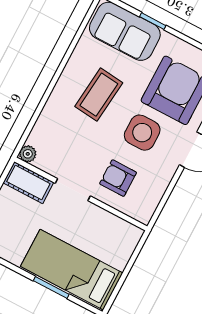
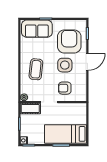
coffee table: (99, 95) -> (36, 69), moved

